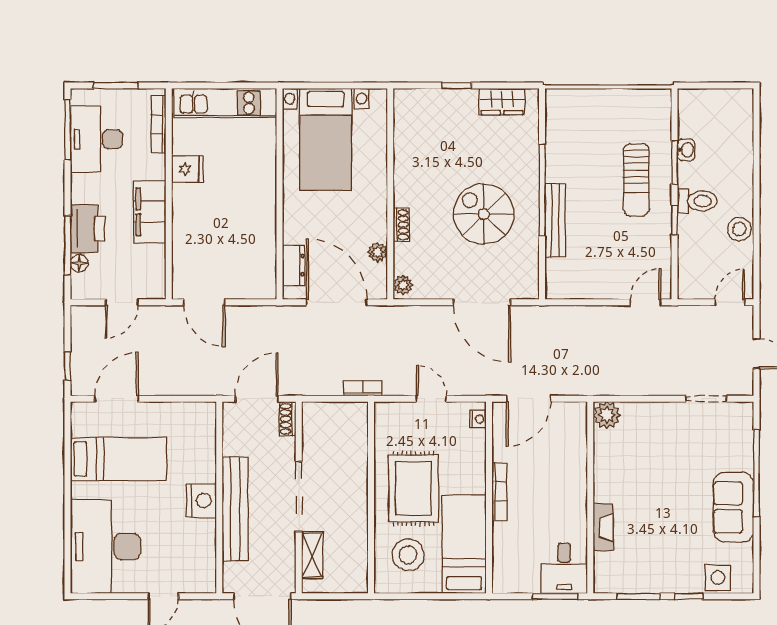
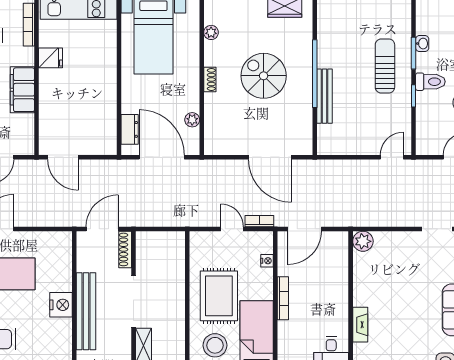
sun lounger: (636, 180) -> (385, 66), turned 180
spiral stairs: (484, 214) -> (264, 76), moved
shoe rack: (401, 225) -> (210, 79), moved
plant: (403, 285) -> (211, 32), moved
bookcase: (363, 388) -> (259, 221), moved
shoe rack: (288, 419) -> (125, 249), width x1.43
nightstand: (478, 419) -> (267, 261), moved

